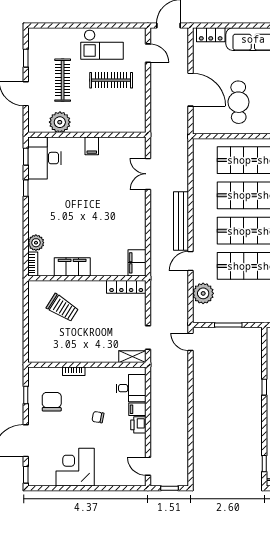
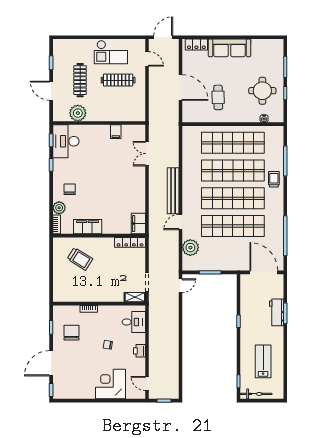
cafe table: (238, 102) -> (218, 97), width x0.73, depth x0.74
filing cabinet: (92, 146) -> (116, 132), moved
chair: (49, 219) -> (70, 189), added
door: (190, 342) -> (180, 286), swing flipped
filing cabinet: (137, 409) -> (139, 339), removed
corner desk: (75, 467) -> (110, 384), moved

